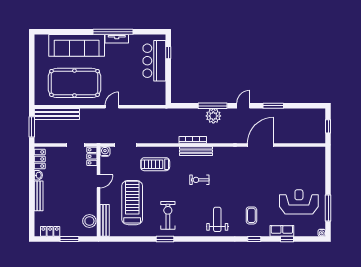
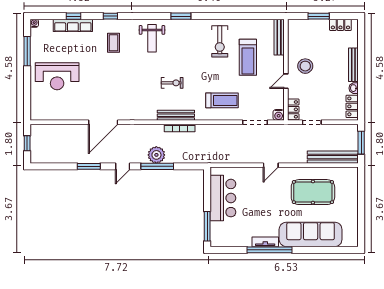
window: (168, 53) -> (207, 226), width x2.17
bar counter: (154, 61) -> (223, 198), moved
pool table: (74, 83) -> (313, 192), width x0.73, depth x0.76
reception desk: (299, 202) -> (57, 76), moved
treadmill: (132, 203) -> (248, 57), width x0.73, depth x0.73
exercise bike: (168, 215) -> (220, 41), moved
stool: (89, 221) -> (305, 66), moved
row of seats: (282, 231) -> (73, 25), width x1.48
window: (165, 239) -> (181, 16), moved

